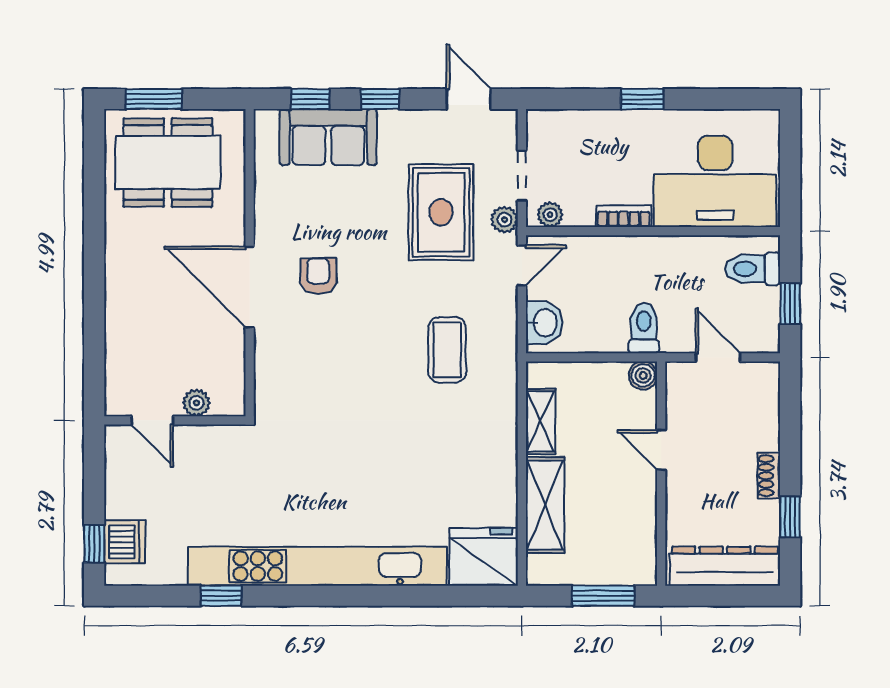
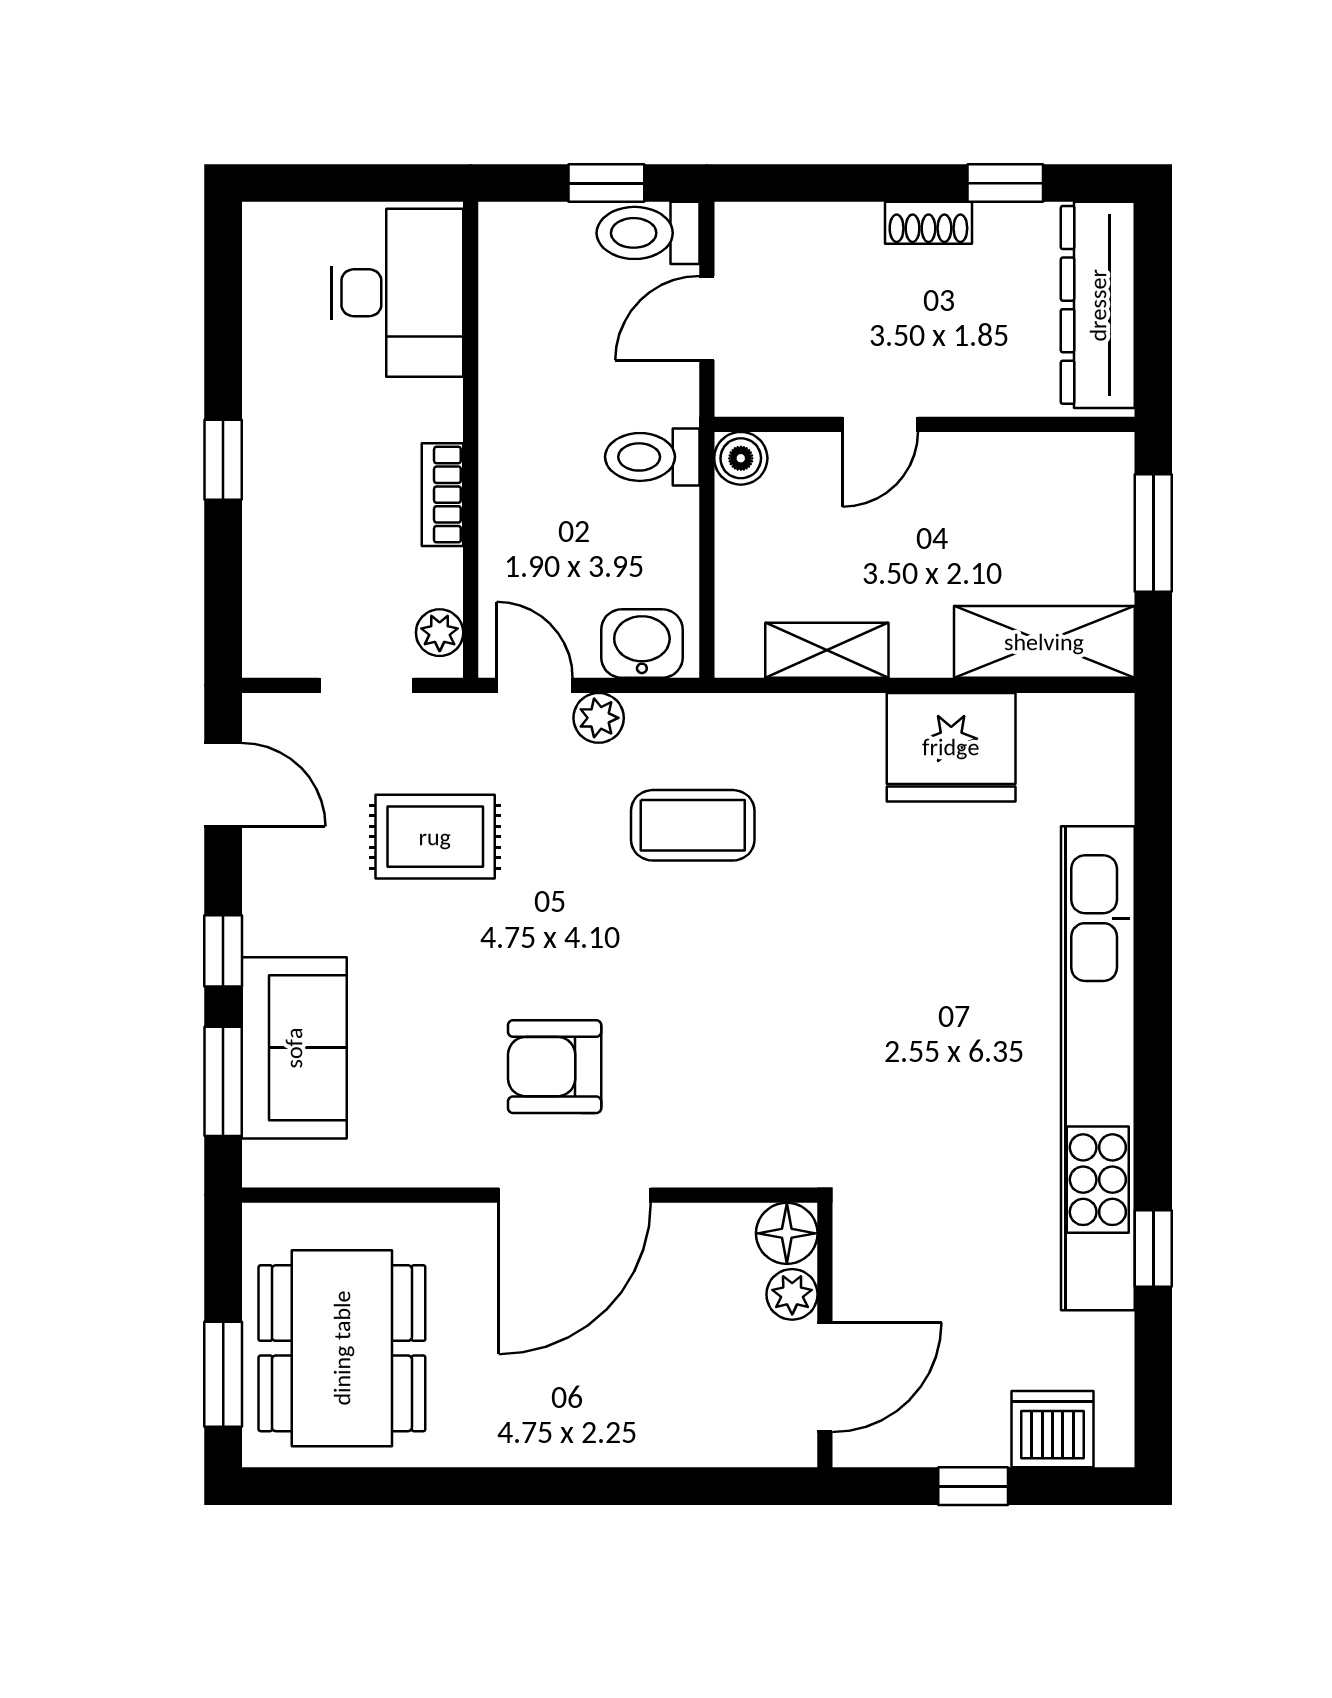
window: (310, 99) -> (223, 1081), width x1.50
door: (469, 99) -> (223, 785), swing flipped
desk: (715, 181) -> (397, 293), width x0.73, depth x0.77
rug: (441, 212) -> (435, 837), width x0.73, depth x0.70
plant: (504, 220) -> (599, 718), moved
toilet: (753, 269) -> (648, 233), moved, turned 90
armchair: (318, 276) -> (555, 1067), width x1.38, depth x1.38
floor lamp: (229, 400) -> (787, 1233), added
door: (152, 420) -> (825, 1377), width x1.37
shelving: (545, 505) -> (1044, 642), moved
window: (94, 544) -> (973, 1486), moved
fridge: (484, 557) -> (951, 747), moved, turned -90

